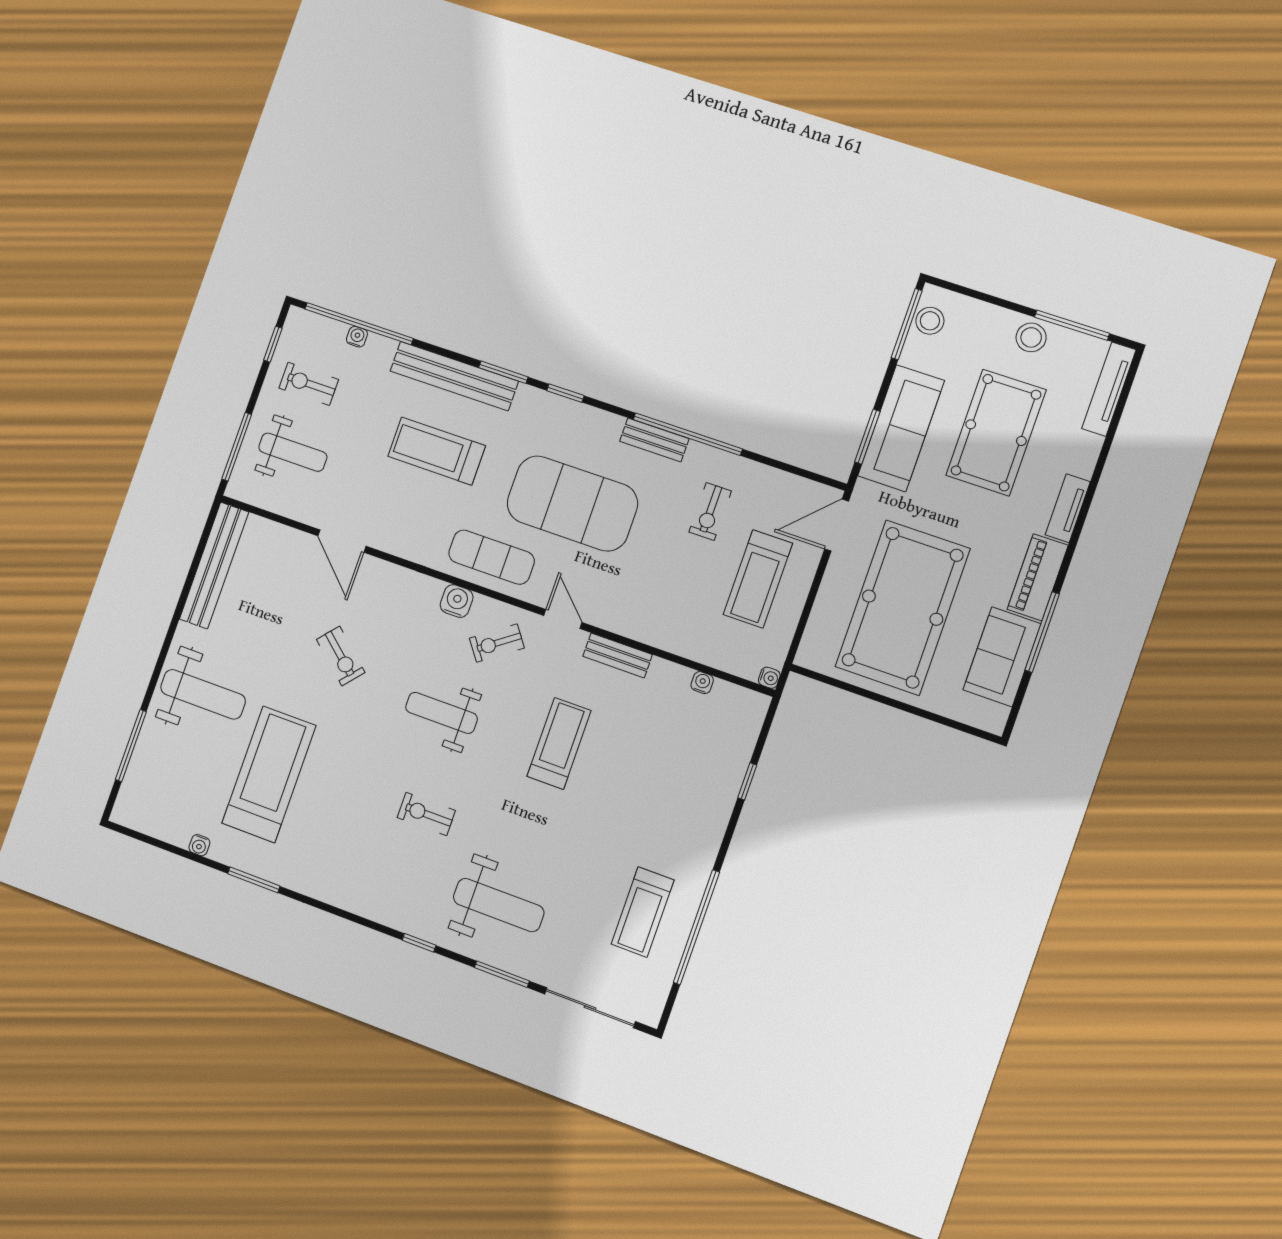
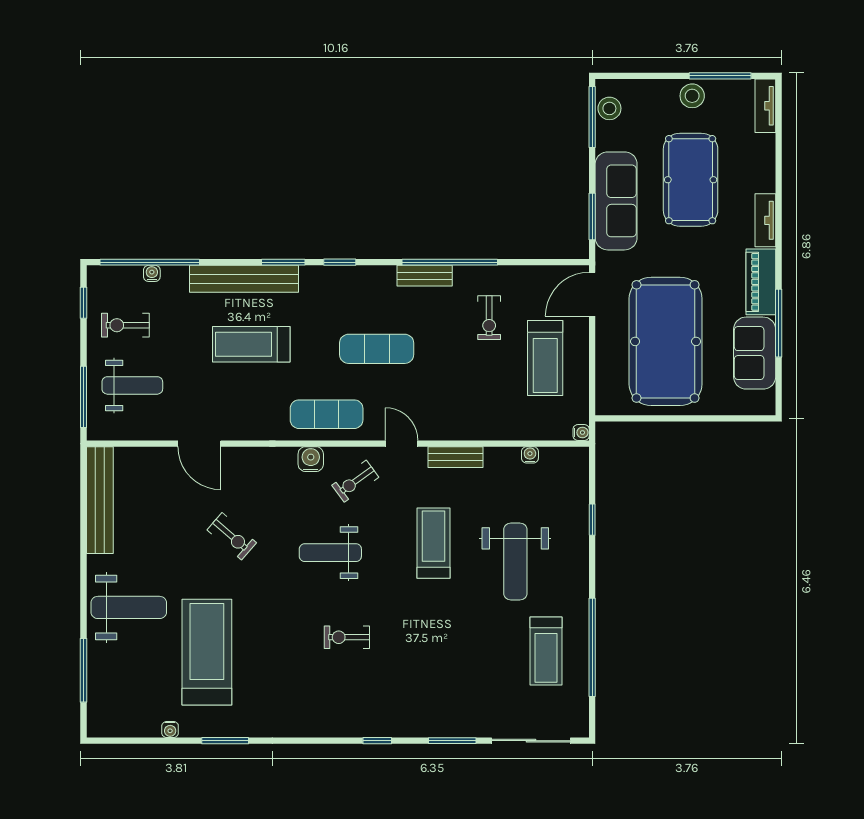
tv unit: (1109, 389) -> (765, 106), width x0.71
exercise mat: (572, 503) -> (377, 349), width x0.50, depth x0.69
weight bench: (499, 905) -> (515, 561), moved, turned 90

